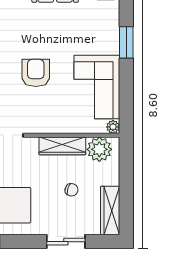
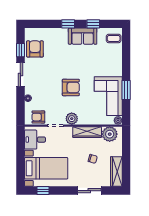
window: (126, 42) -> (126, 90), moved
armchair: (36, 73) -> (71, 87), turned 90
plant: (37, 124) -> (72, 119), added

